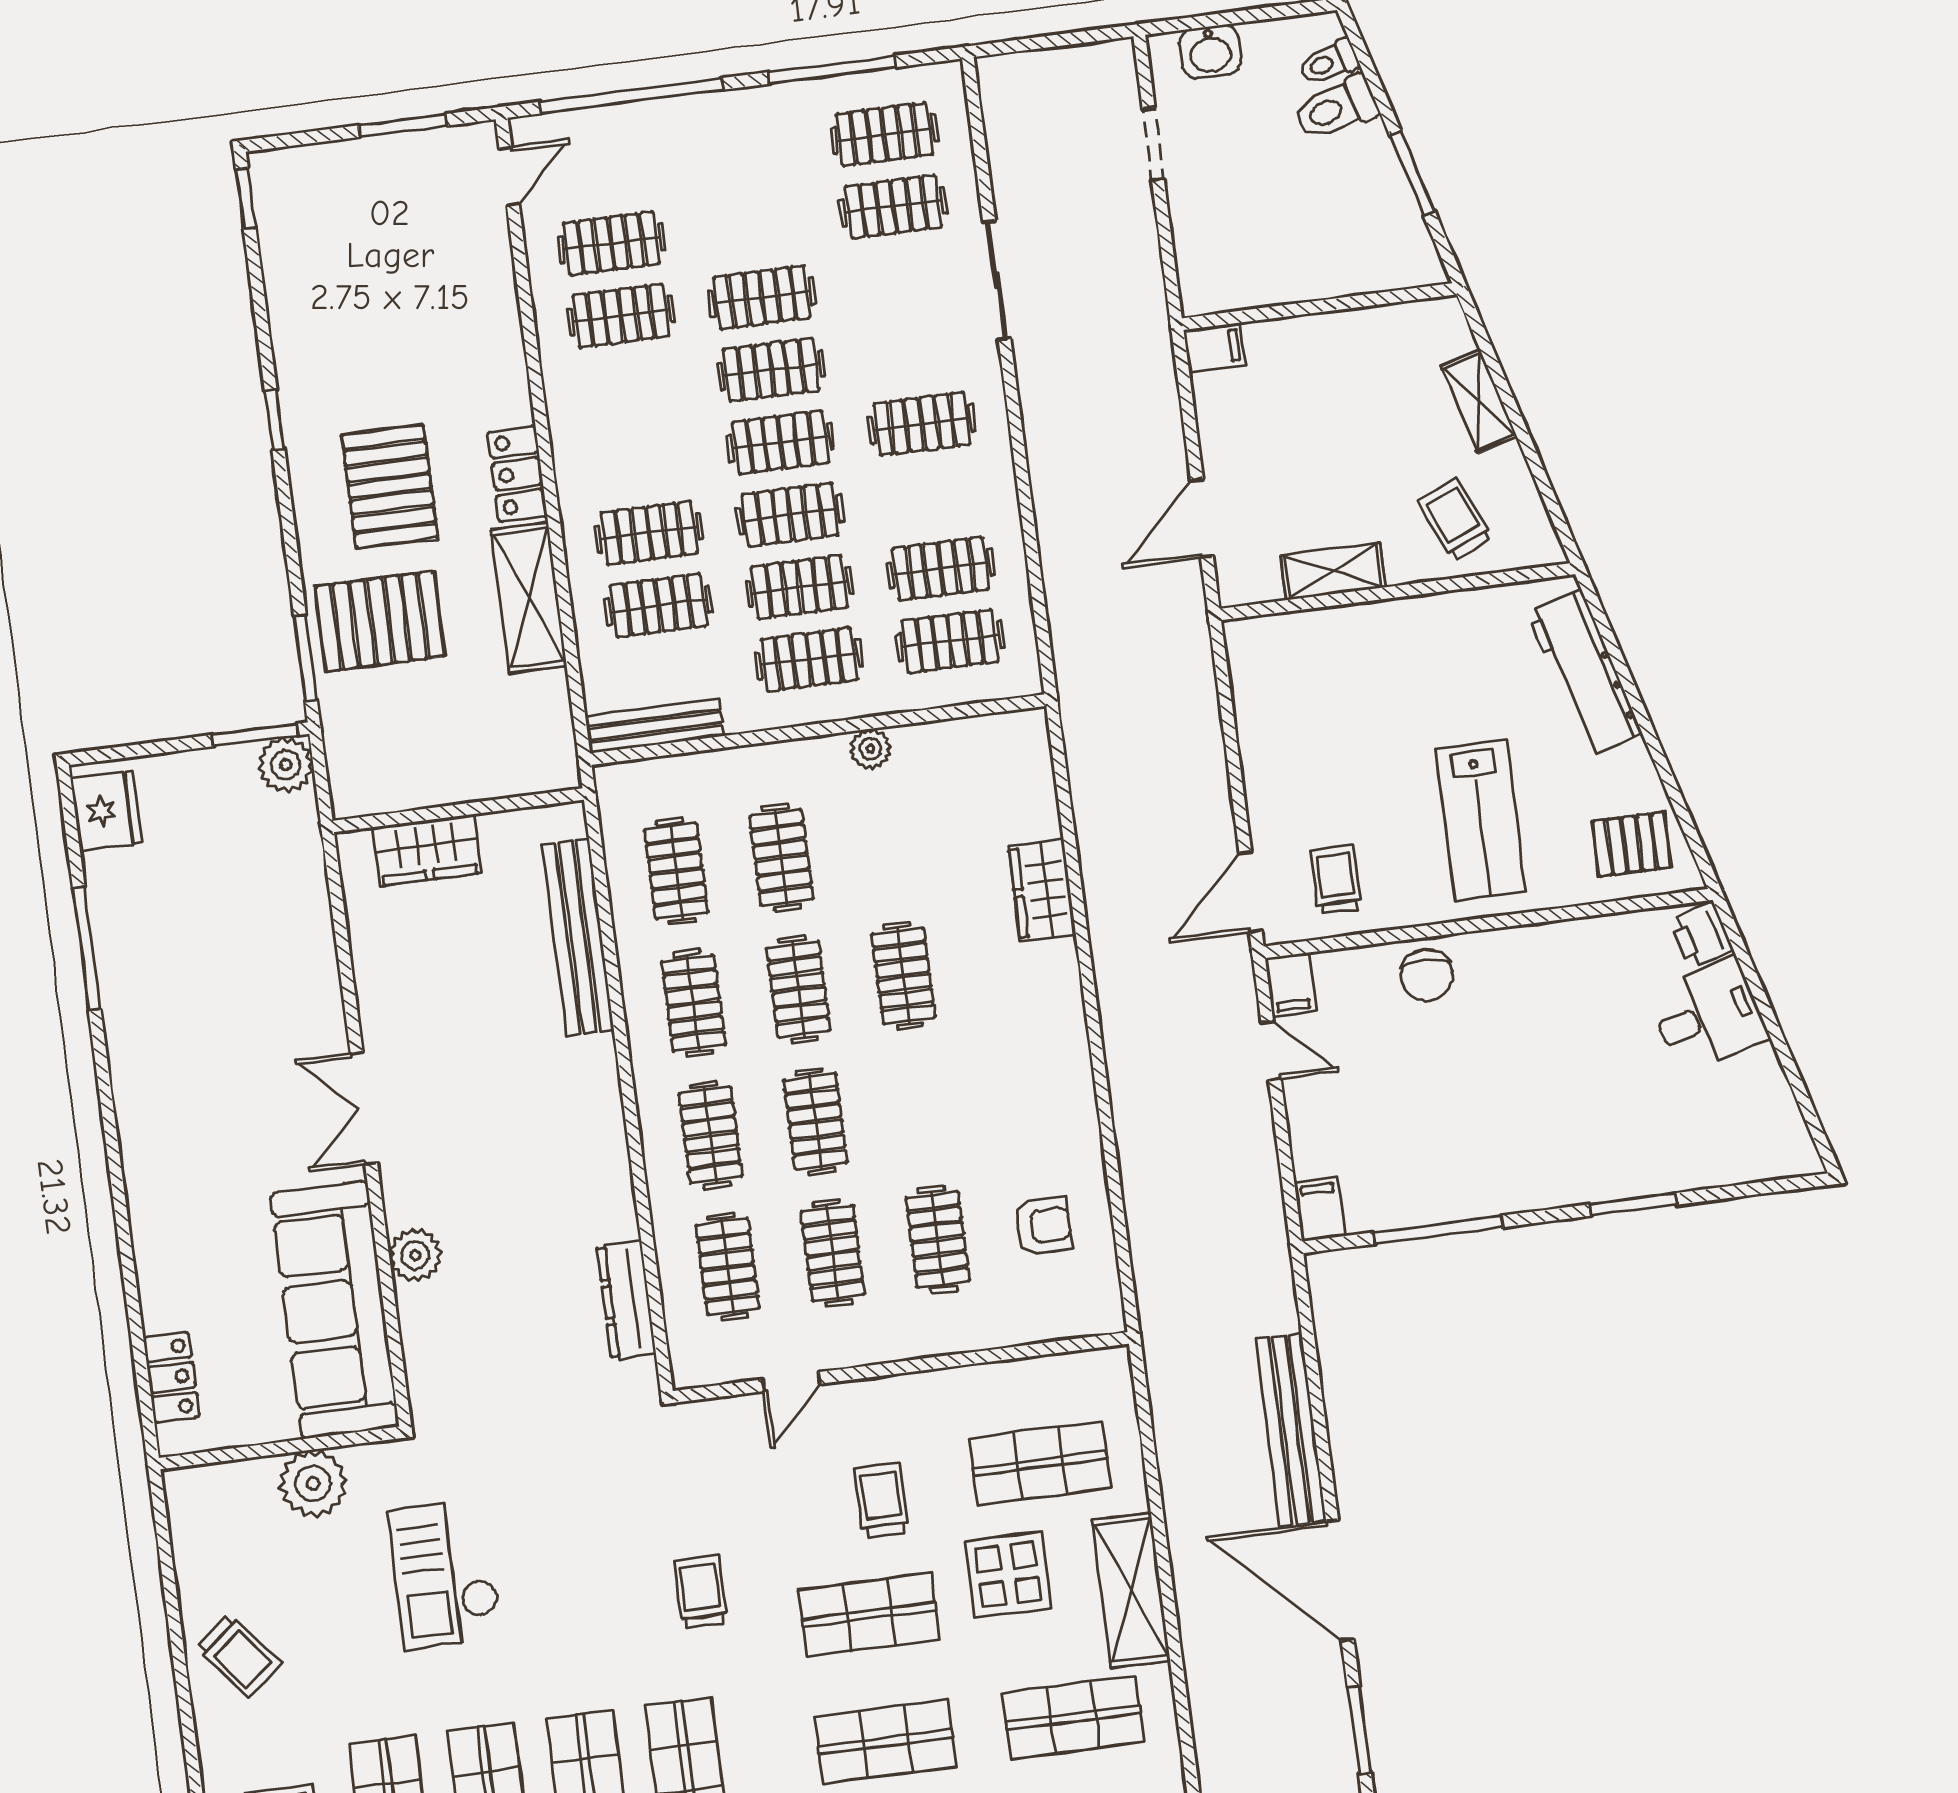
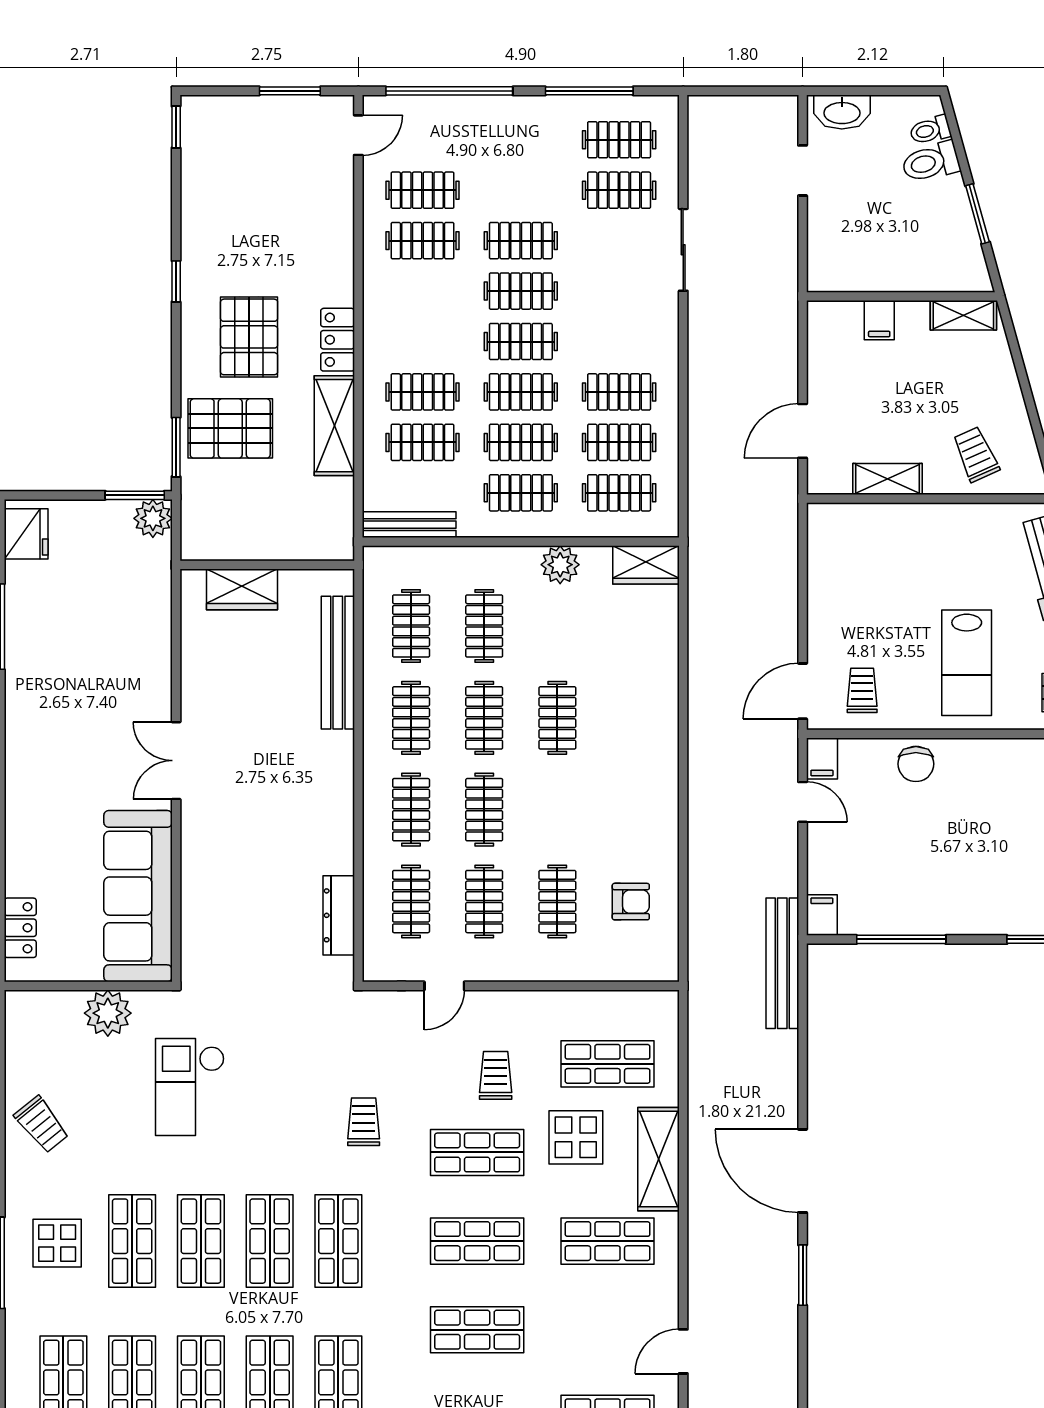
washbasin: (1210, 51) -> (842, 112), width x1.38
filing cabinet: (1214, 348) -> (879, 320), moved, turned 90
shelving: (1479, 401) -> (963, 315), moved, turned -75
clothes rail: (922, 424) -> (619, 392), moved
plant: (870, 749) -> (560, 565), width x1.38, depth x1.38
wardrobe: (1042, 890) -> (646, 565), moved, turned -90
plant: (415, 1255) -> (198, 866), removed
bench: (1291, 1430) -> (782, 963), moved

